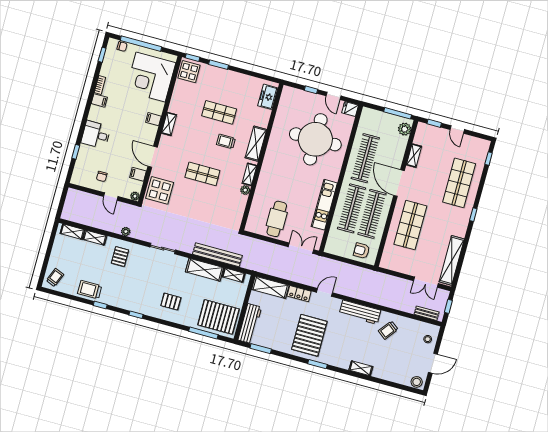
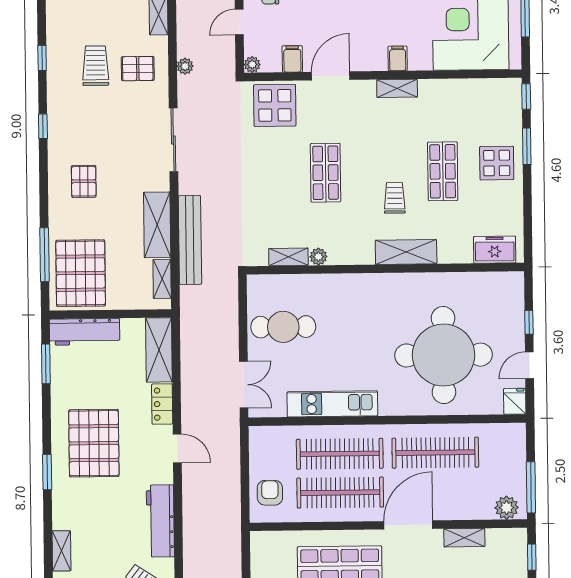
display table: (189, 72) -> (497, 163), moved
shelving: (249, 174) -> (288, 257), moved
sliding door: (163, 249) -> (173, 140), width x1.37
trolley: (90, 290) -> (96, 66), moved
pallet: (309, 335) -> (94, 443), turned 90

